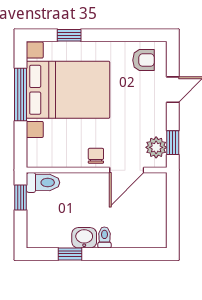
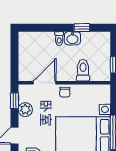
plant: (156, 147) -> (25, 110), moved
toilet: (43, 183) -> (83, 70), moved, turned 90

